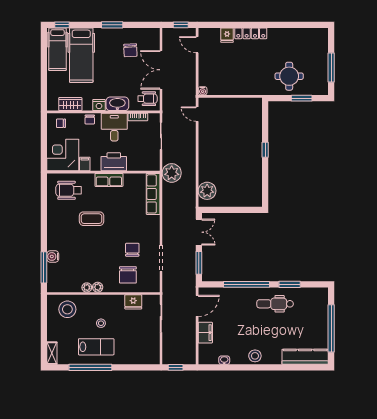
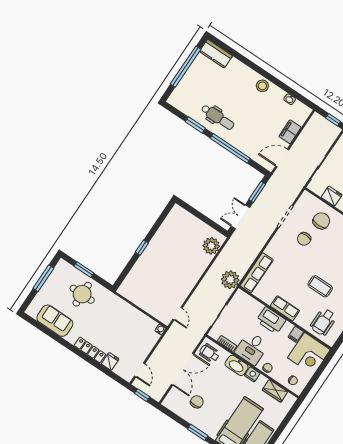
sofa: (297, 38) -> (55, 321), added
wheelchair: (69, 190) -> (323, 322), turned 90
kitchen counter: (305, 357) -> (216, 54), width x0.67

